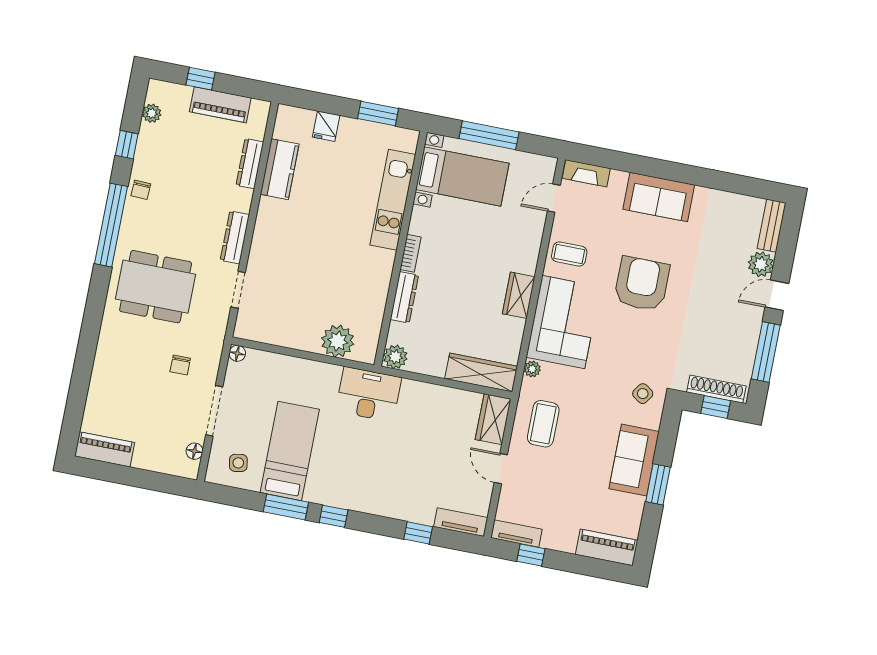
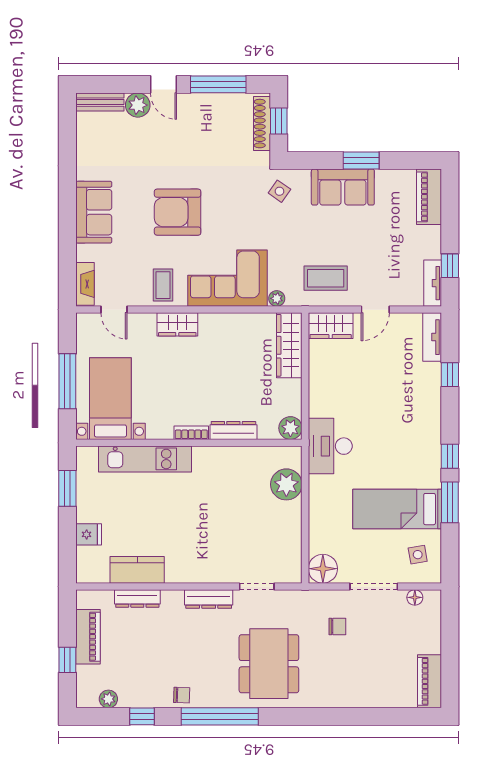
wardrobe: (519, 295) -> (177, 324), moved
floor lamp: (237, 353) -> (323, 569), width x1.89, depth x1.89

